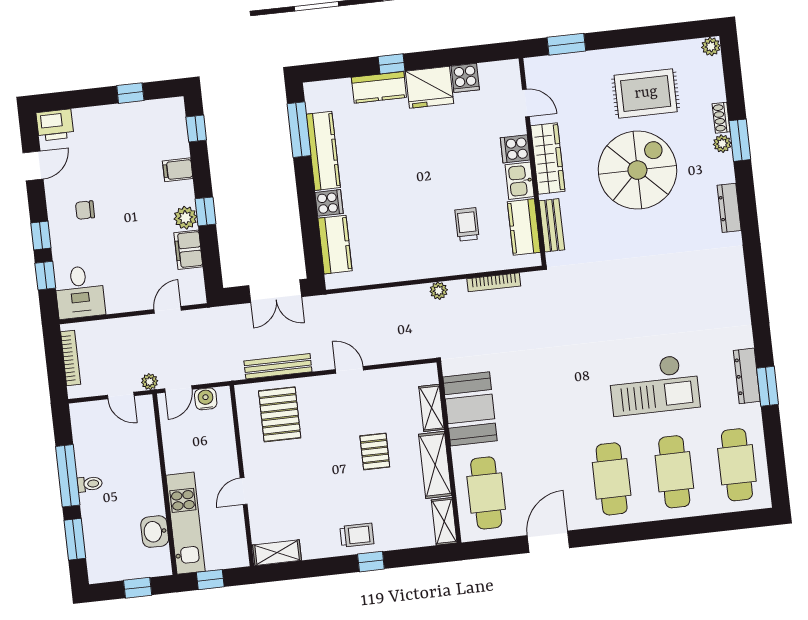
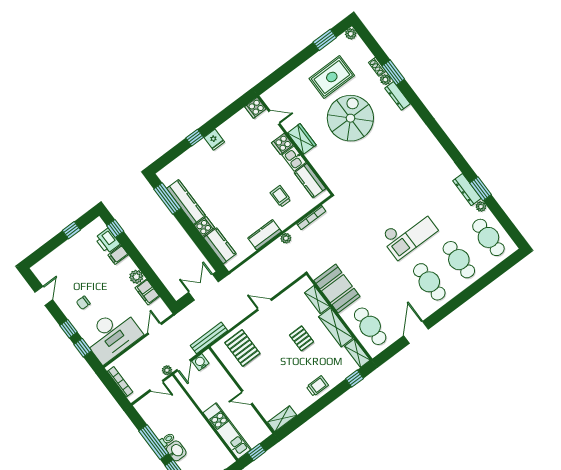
window: (566, 44) -> (325, 40), moved
cooker: (465, 78) -> (255, 108), moved, turned 90
kitchen counter: (379, 87) -> (265, 235), moved, turned 180
fridge: (429, 87) -> (214, 140), width x0.53, depth x0.75
printer: (55, 125) -> (107, 241), moved, turned 90
wardrobe: (548, 158) -> (302, 139), width x0.67
dresser: (729, 208) -> (397, 96), moved
window: (206, 211) -> (145, 268), removed
bench: (552, 225) -> (324, 172), removed
double door: (275, 291) -> (203, 287), swing flipped
desk: (80, 292) -> (112, 335), width x1.87, depth x1.30
bench: (278, 366) -> (209, 338), moved
checkout: (654, 385) -> (409, 233), moved
plant: (753, 413) -> (481, 207), added
door: (244, 491) -> (247, 398), hinge flipped
washbasin: (155, 532) -> (176, 451), moved, turned 180
window: (371, 562) -> (354, 379), moved

